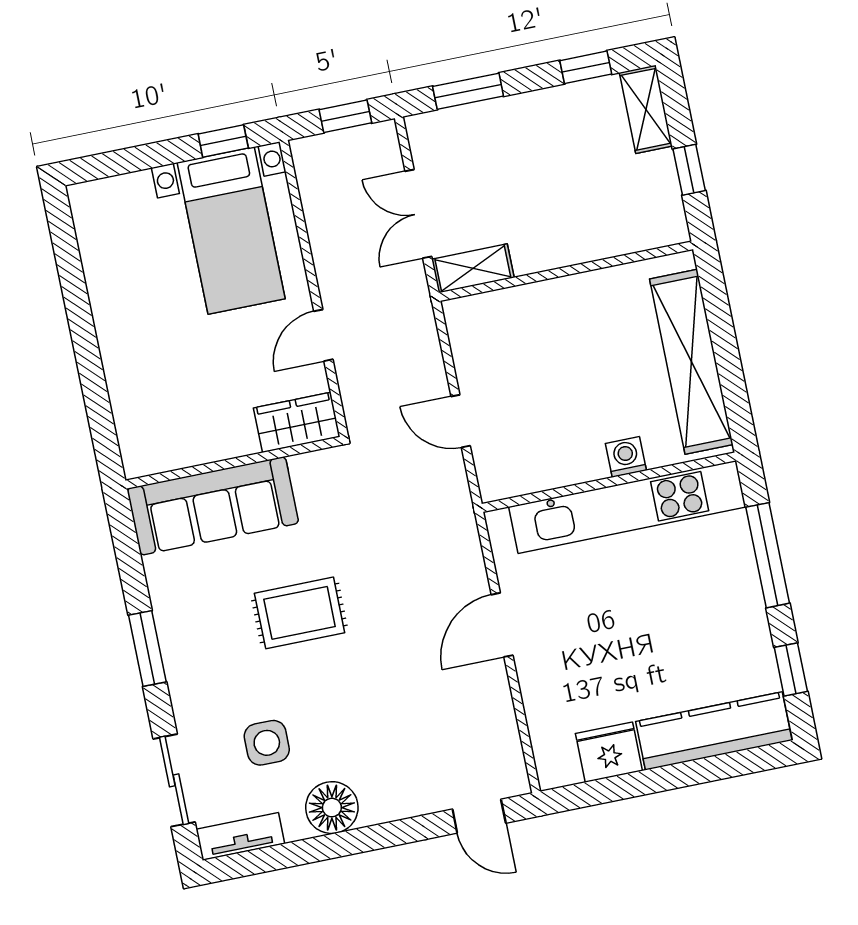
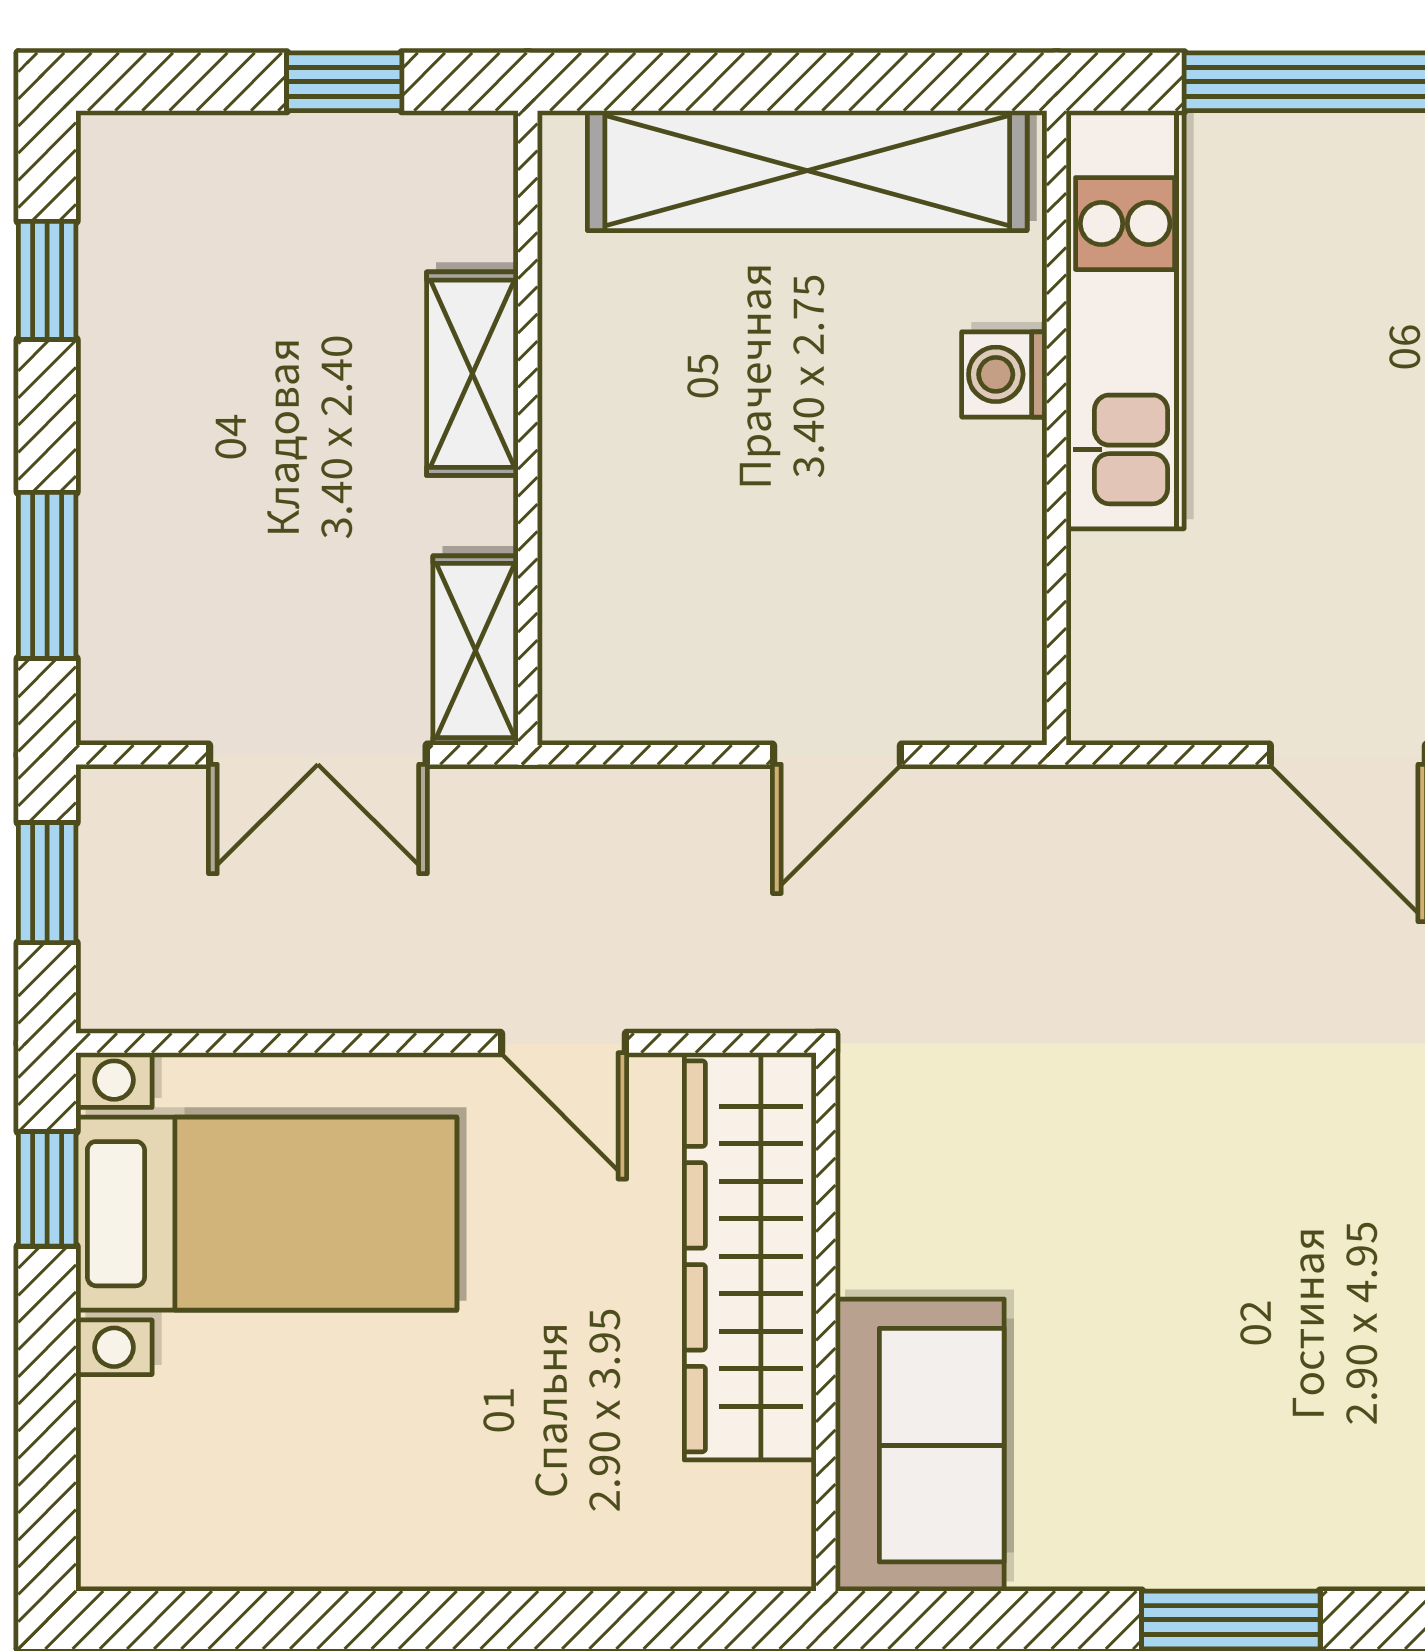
shelving: (646, 109) -> (472, 374), moved, turned 90
wardrobe: (297, 422) -> (750, 1256), width x2.10, depth x1.17
sofa: (213, 506) -> (920, 1445), width x0.73
kitchen unit: (627, 507) -> (1125, 320), width x0.73
rug: (300, 613) -> (1220, 1236), removed

